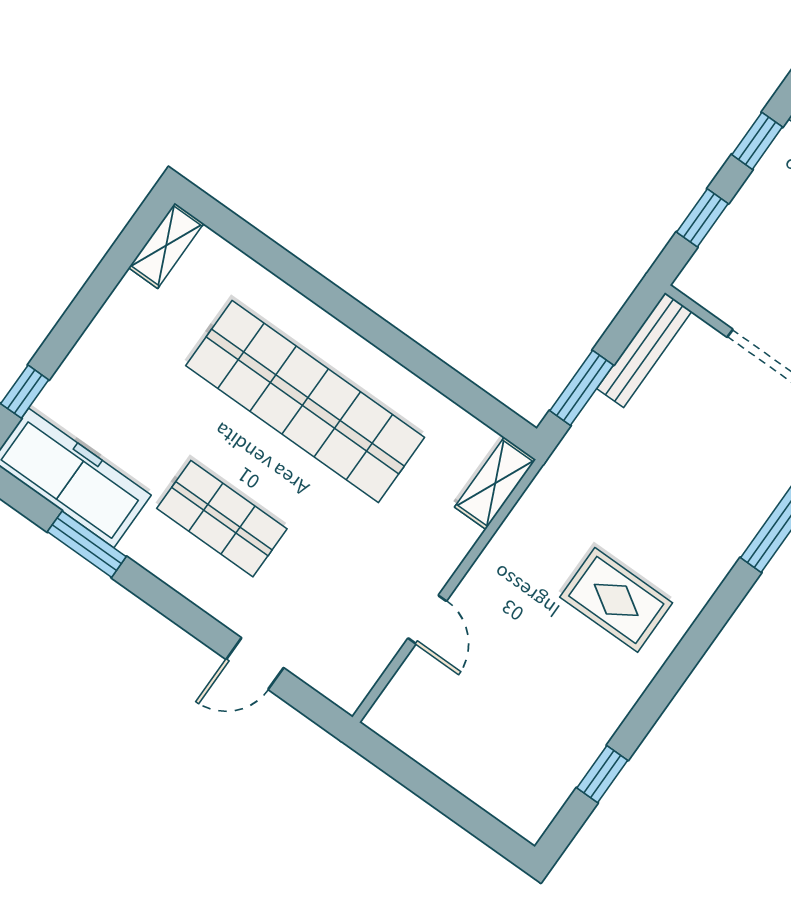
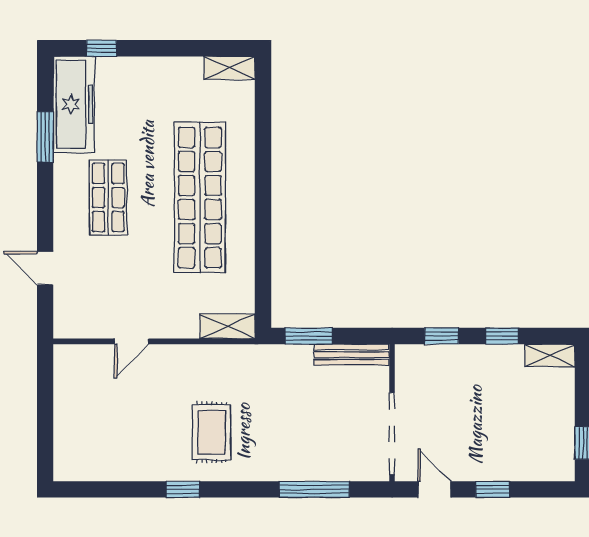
window: (602, 774) -> (183, 489), moved

